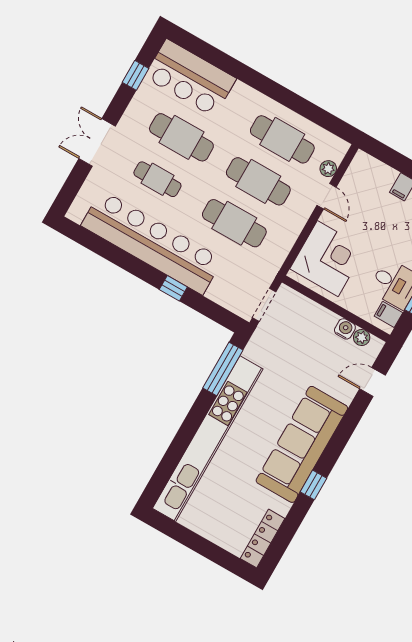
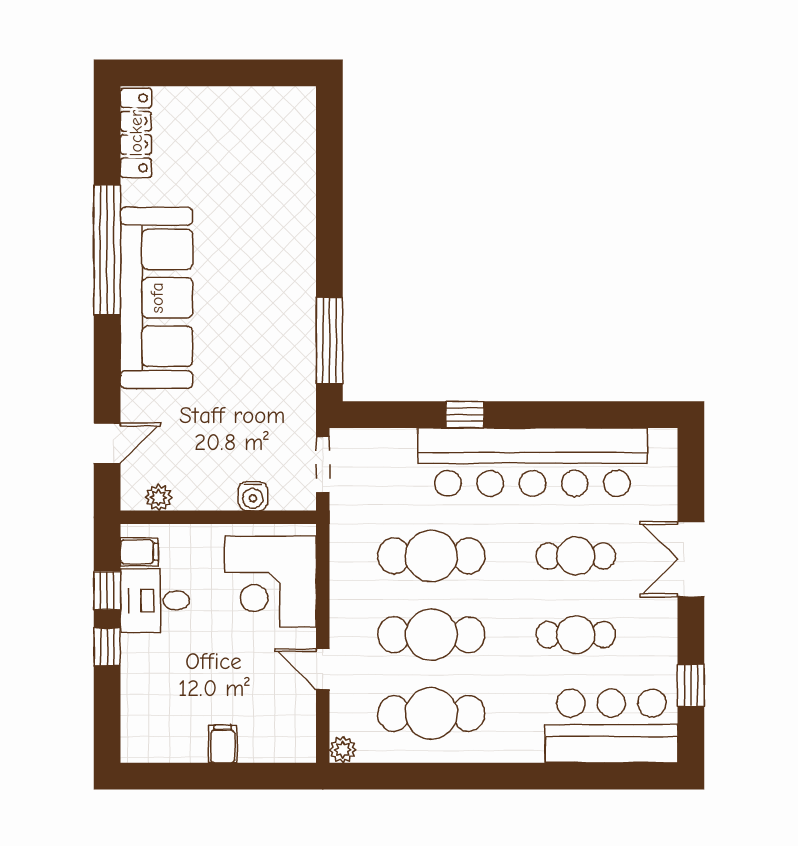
cafe table: (181, 137) -> (576, 635), width x0.73, depth x0.74
double door: (97, 142) -> (691, 559), swing flipped
plant: (328, 169) -> (343, 750), moved
water cooler: (345, 329) -> (253, 496), moved
kitchen unit: (208, 439) -> (294, 230), removed
window: (314, 485) -> (107, 250), width x3.17

